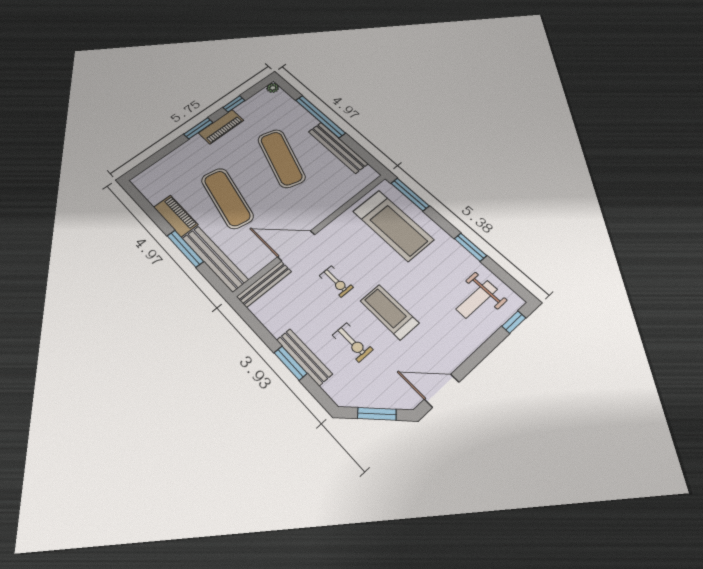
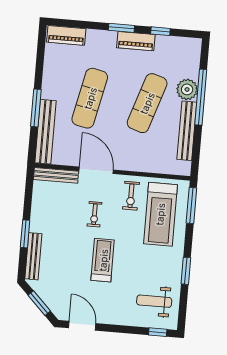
plant: (273, 88) -> (187, 89), moved, width x1.87, depth x1.87
piano: (176, 216) -> (66, 35), moved, turned 90
exercise bike: (353, 342) -> (131, 196), moved
bench: (304, 357) -> (33, 256), moved

